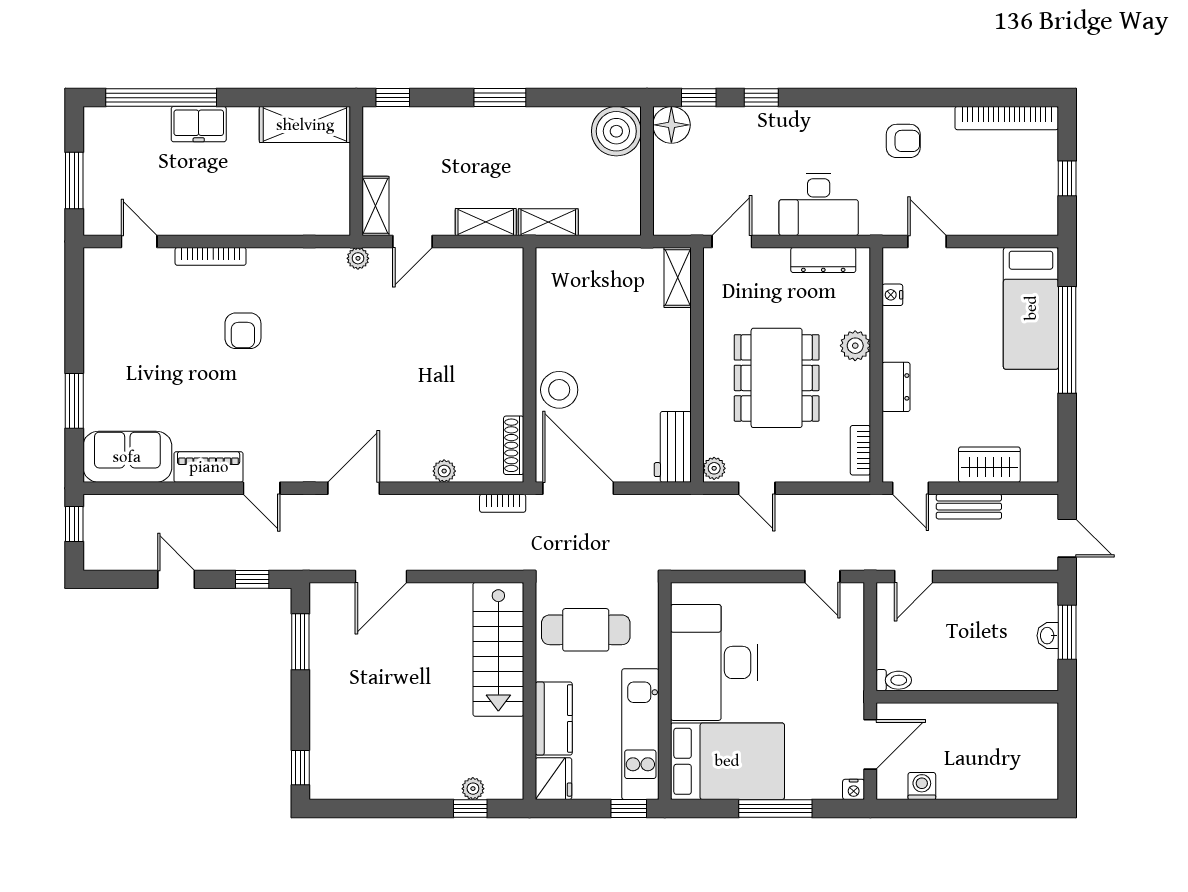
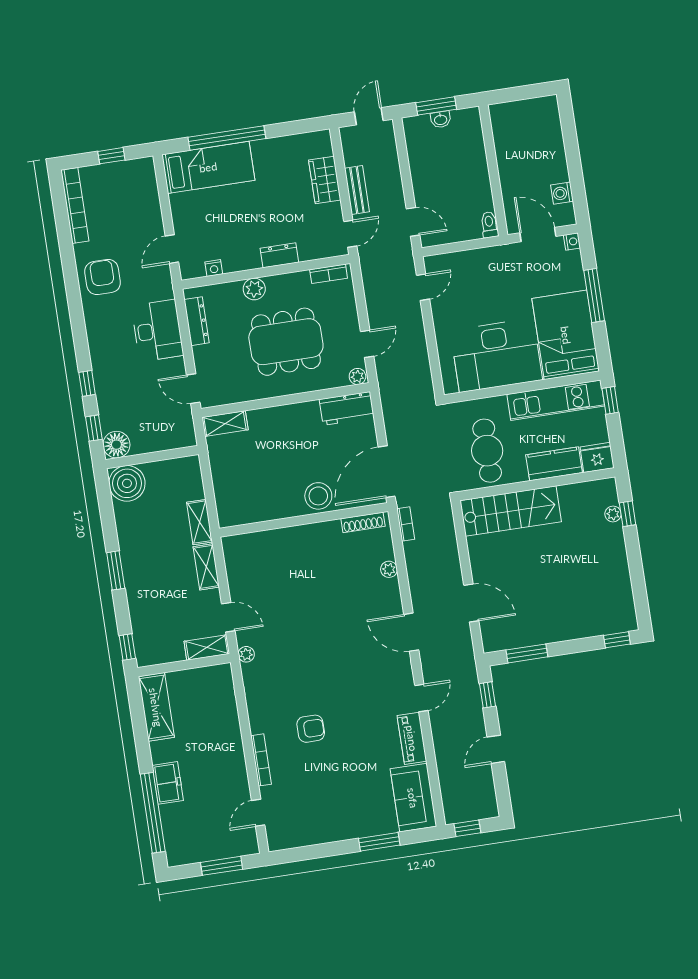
armchair: (903, 141) -> (103, 277), width x1.38, depth x1.38

